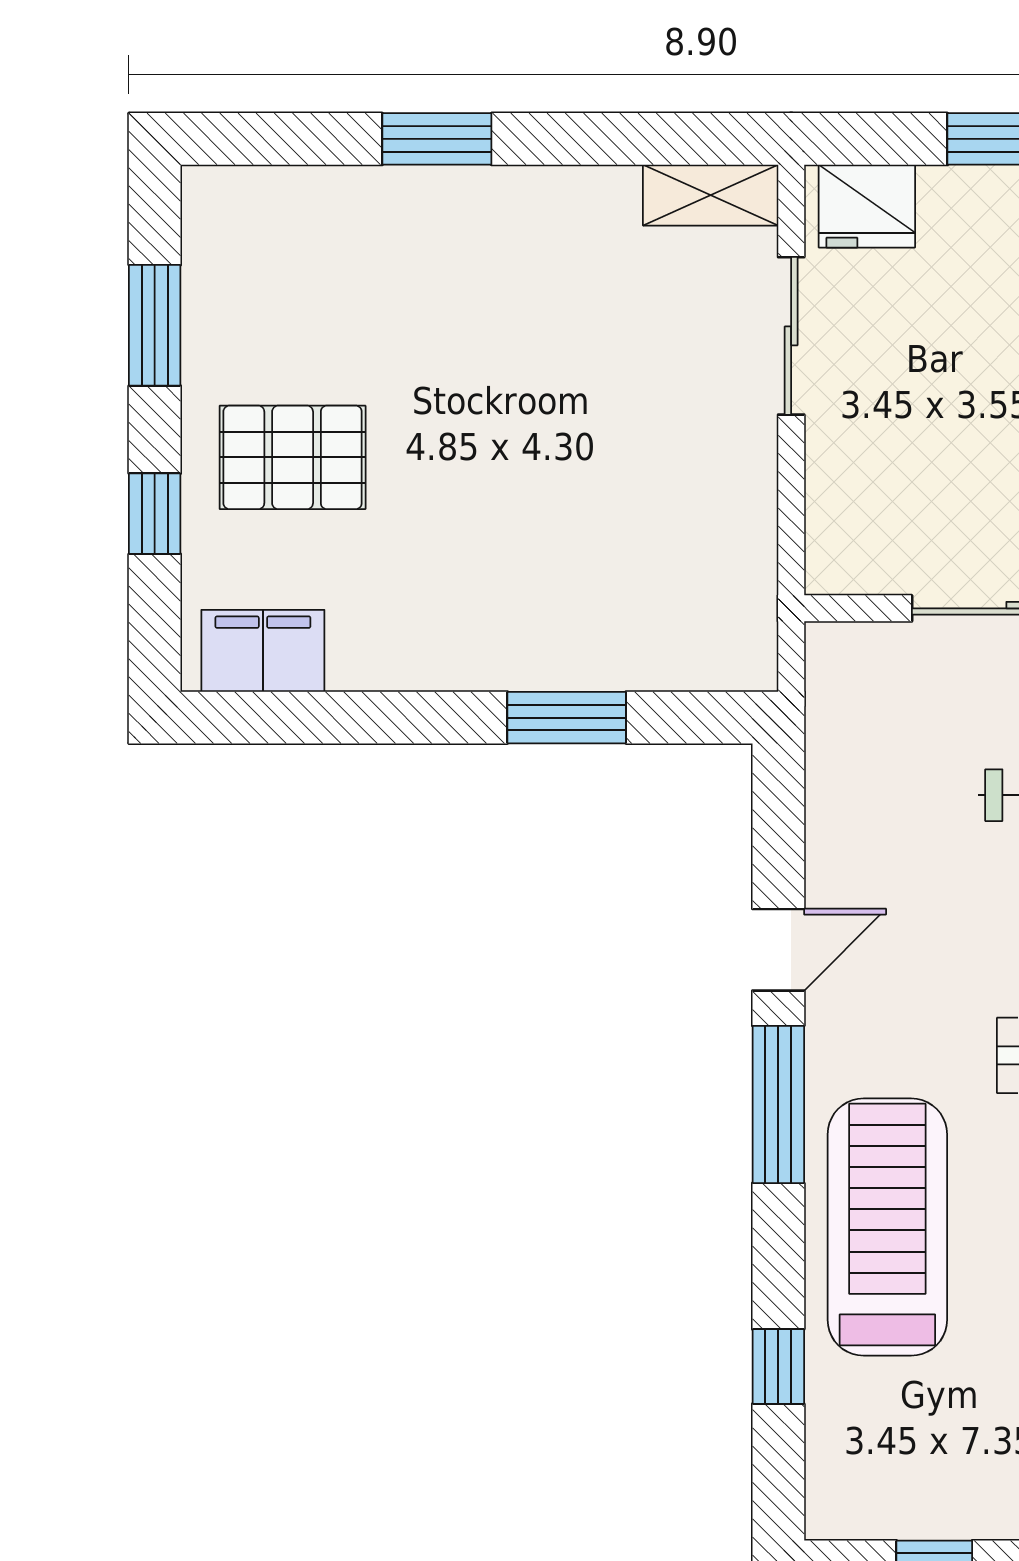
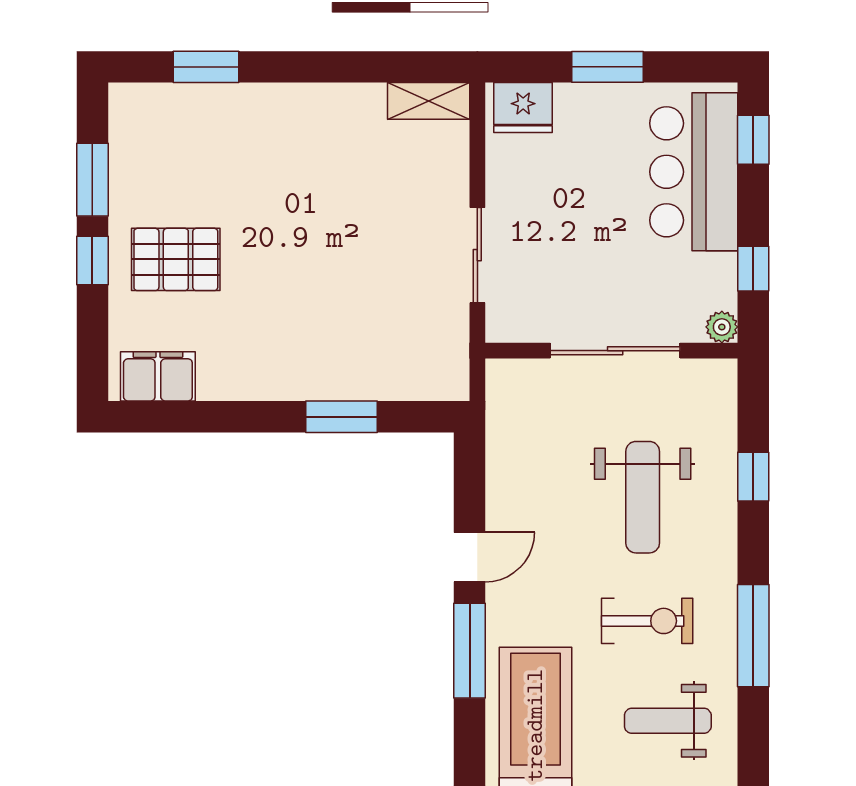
window: (437, 139) -> (206, 67), moved
sliding door: (791, 336) -> (477, 255), moved
window: (155, 514) -> (92, 260), moved

